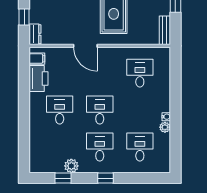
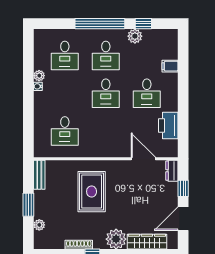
door: (85, 46) -> (143, 159), moved
filing cabinet: (37, 59) -> (170, 66), moved
window: (106, 178) -> (100, 24), width x3.17

